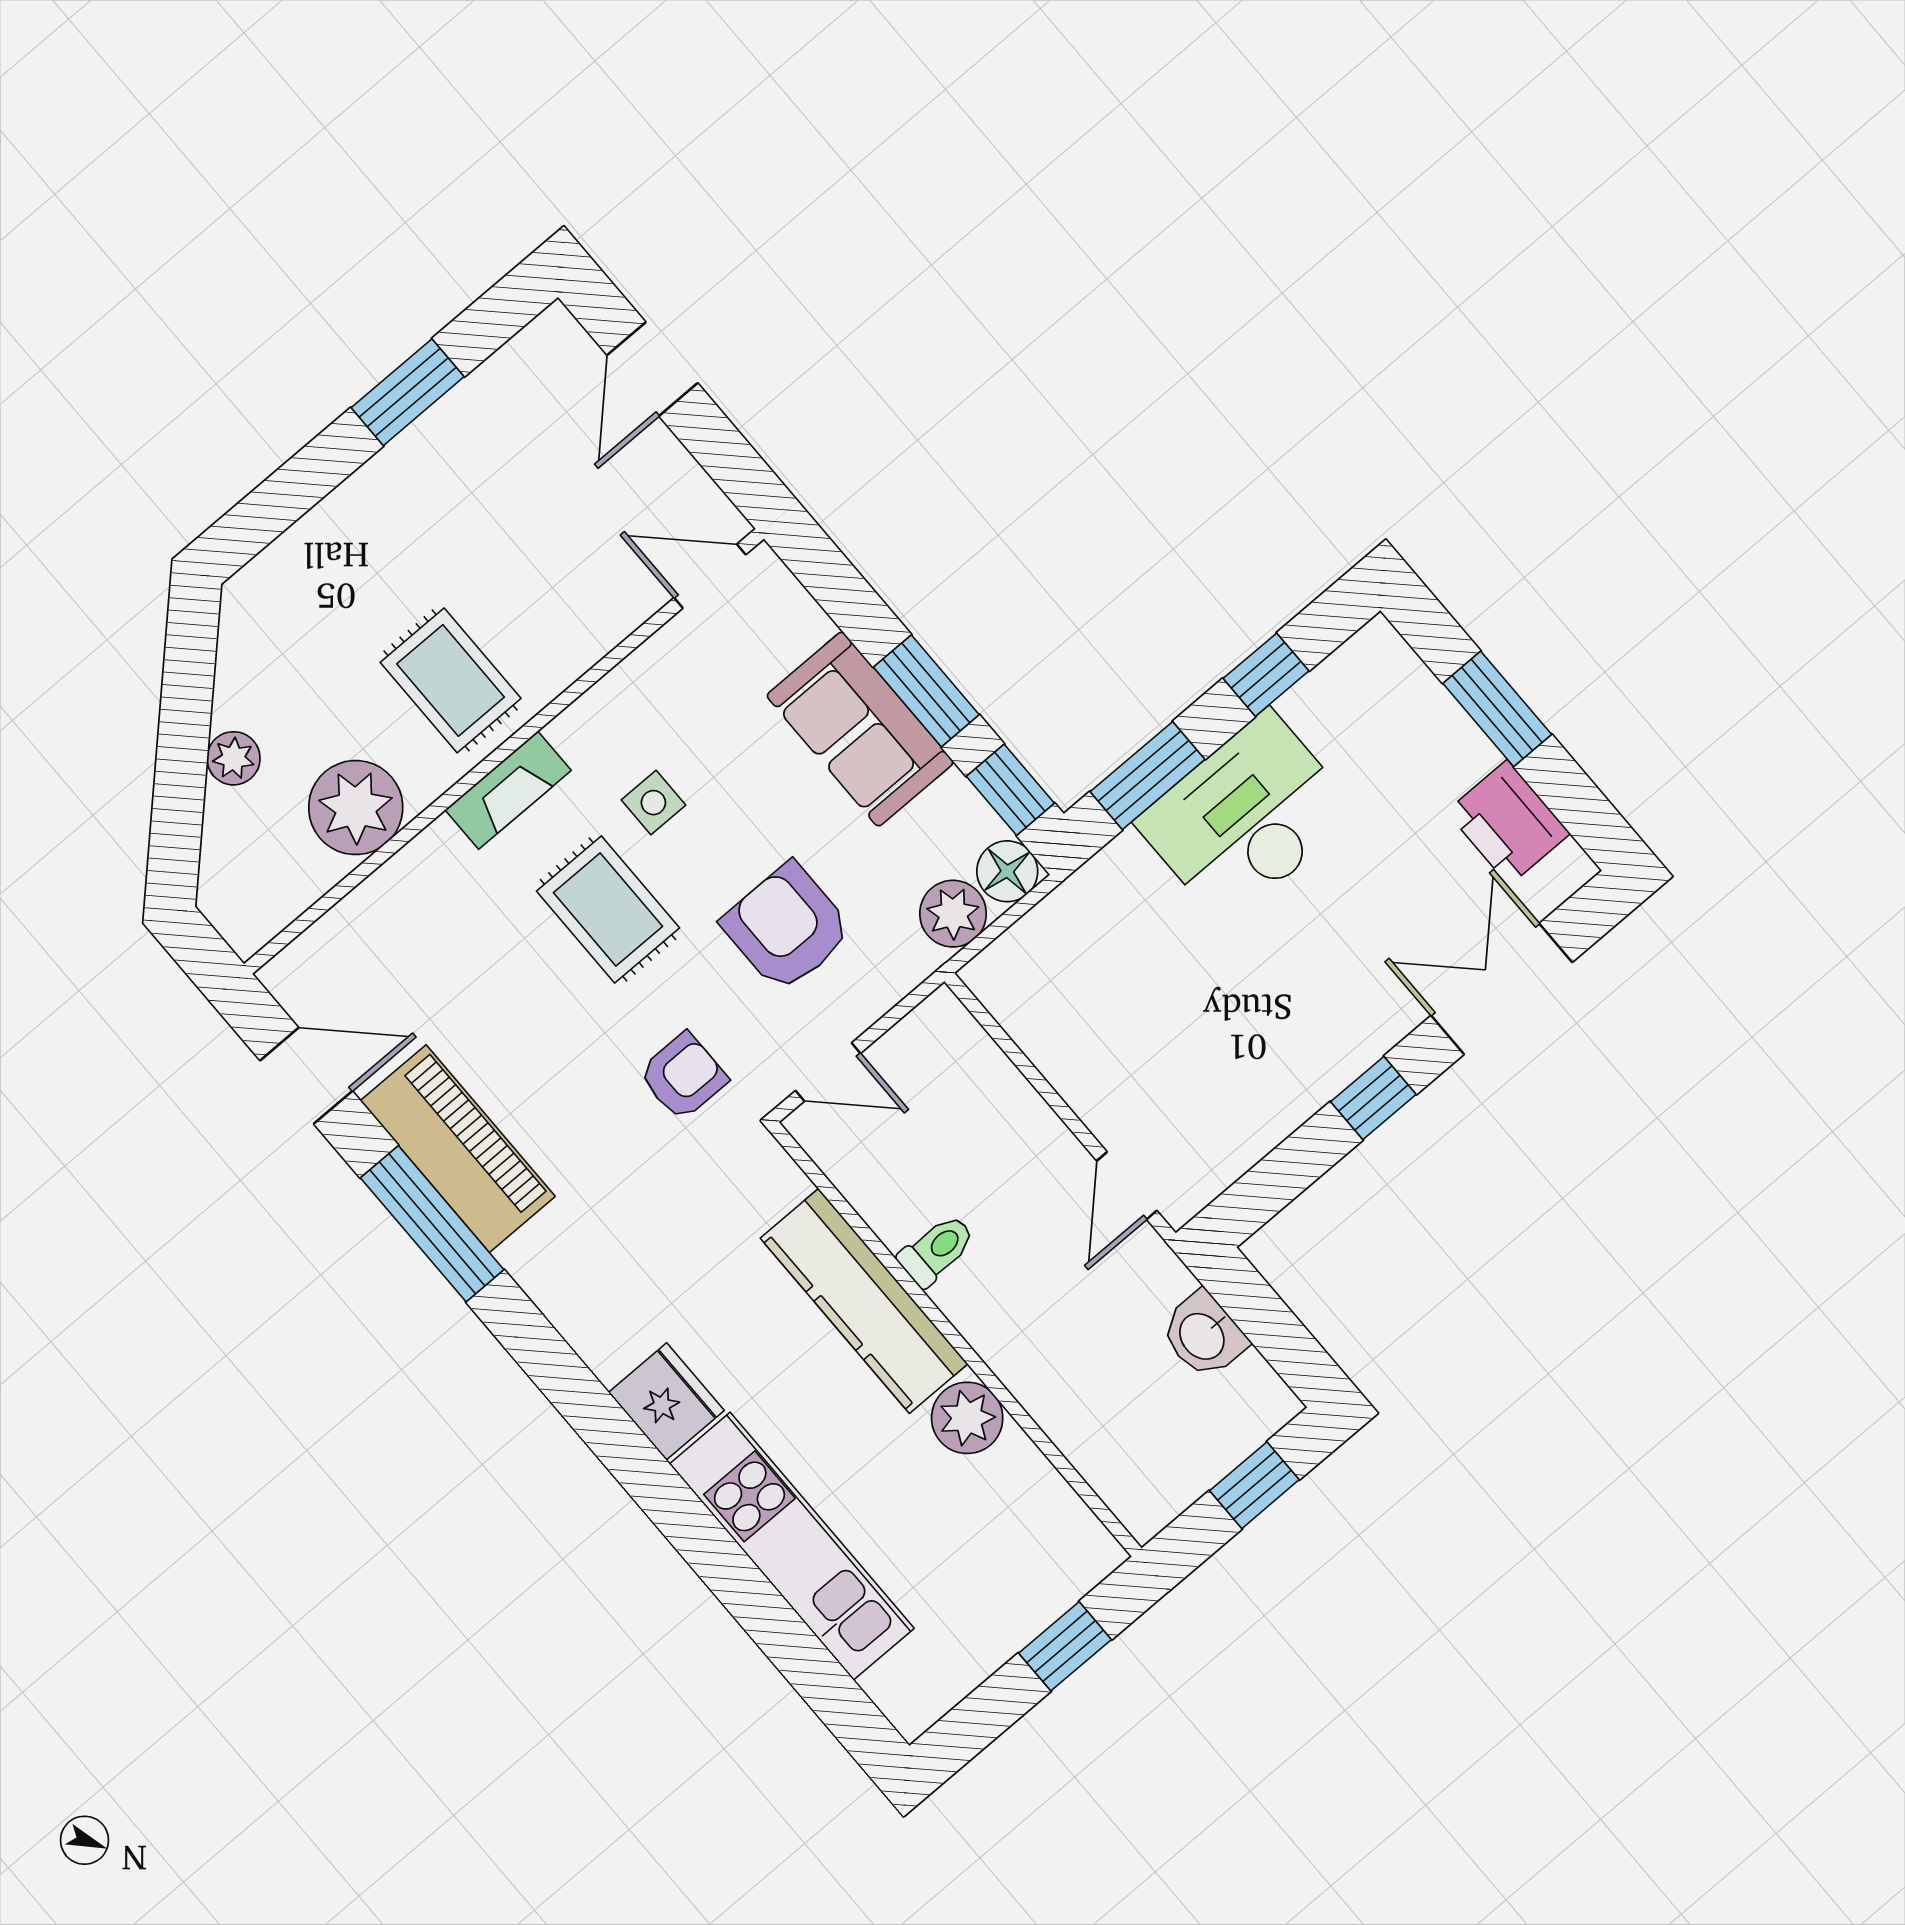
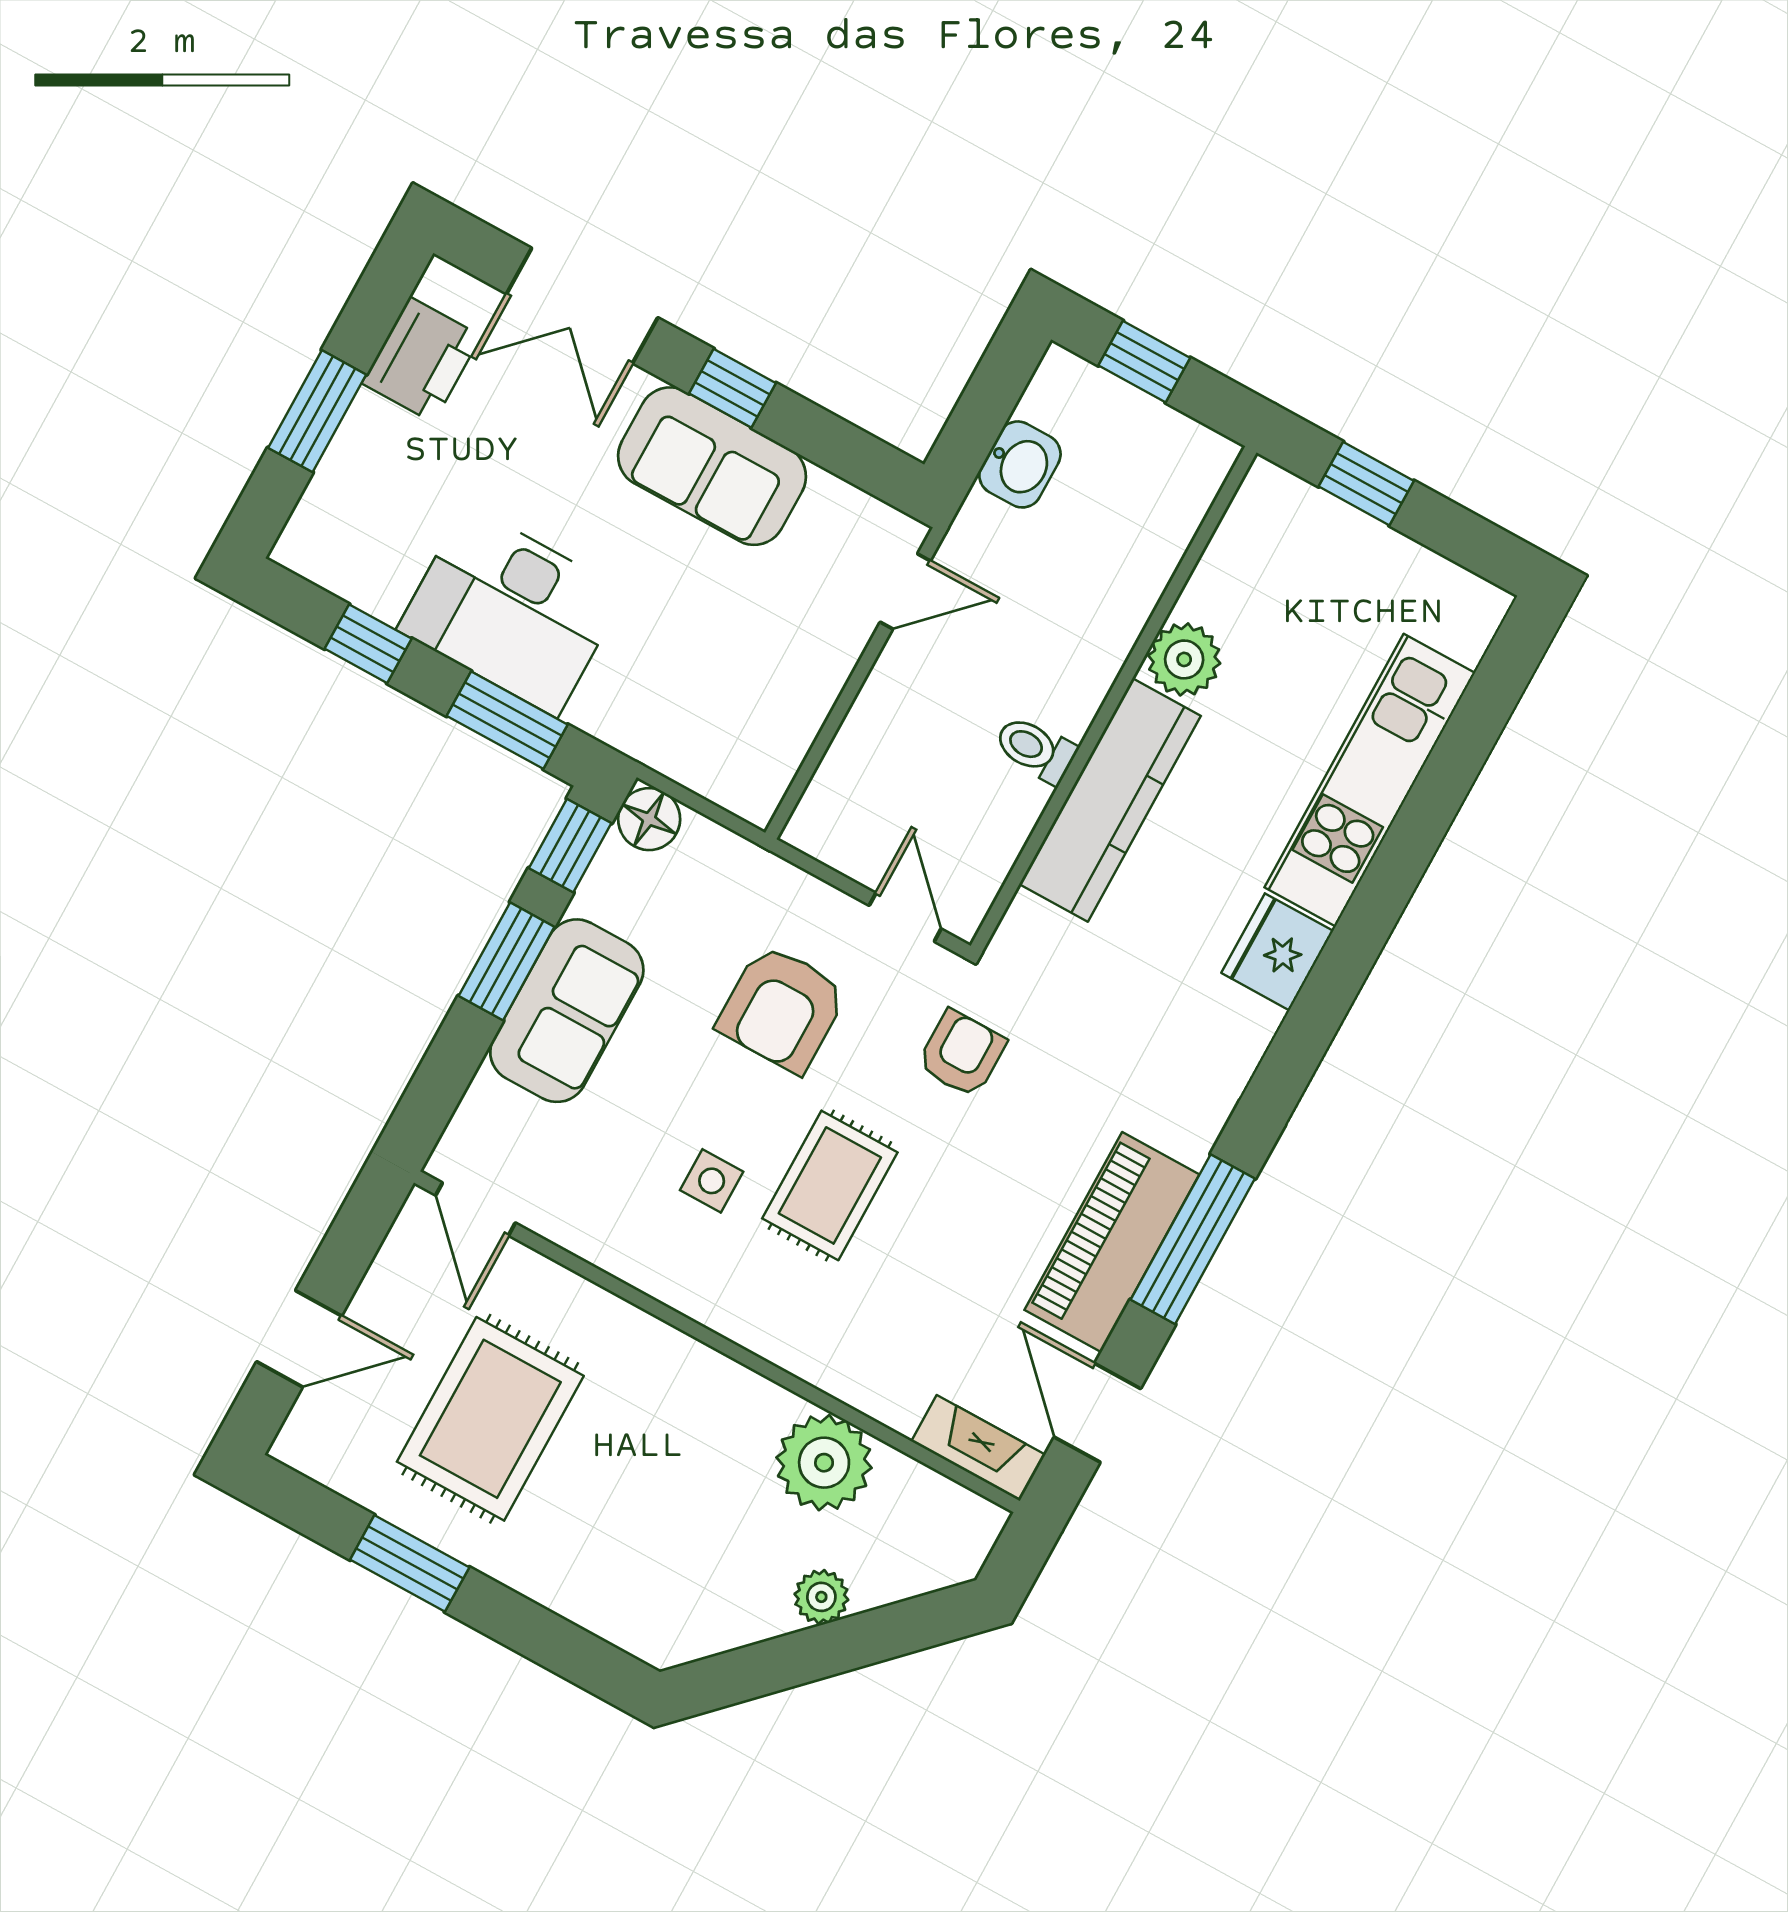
rug: (451, 680) -> (490, 1419), moved, width x1.36, depth x1.43
fireplace: (508, 790) -> (978, 1448), moved
plant: (953, 914) -> (709, 855), removed
sofa: (1309, 1052) -> (712, 466), added
armchair: (683, 1076) -> (962, 1054), turned 90

